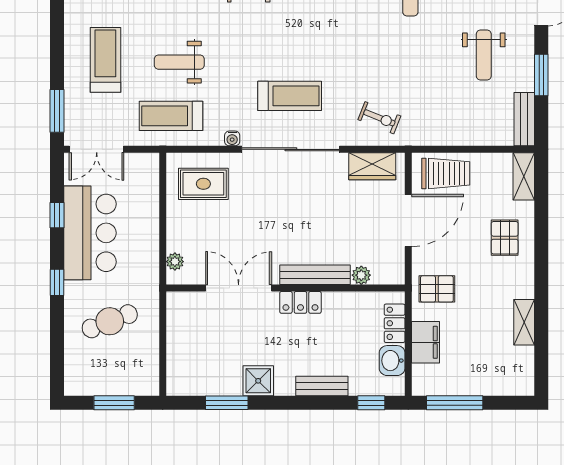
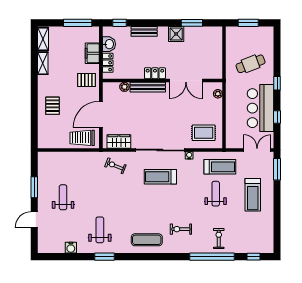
weight bench: (179, 62) -> (216, 194), turned -90
bench: (524, 119) -> (43, 165), removed
shelving: (524, 176) -> (43, 39), moved

